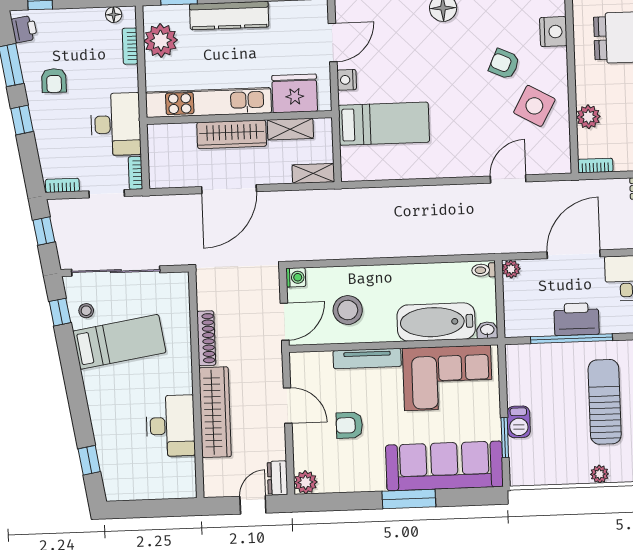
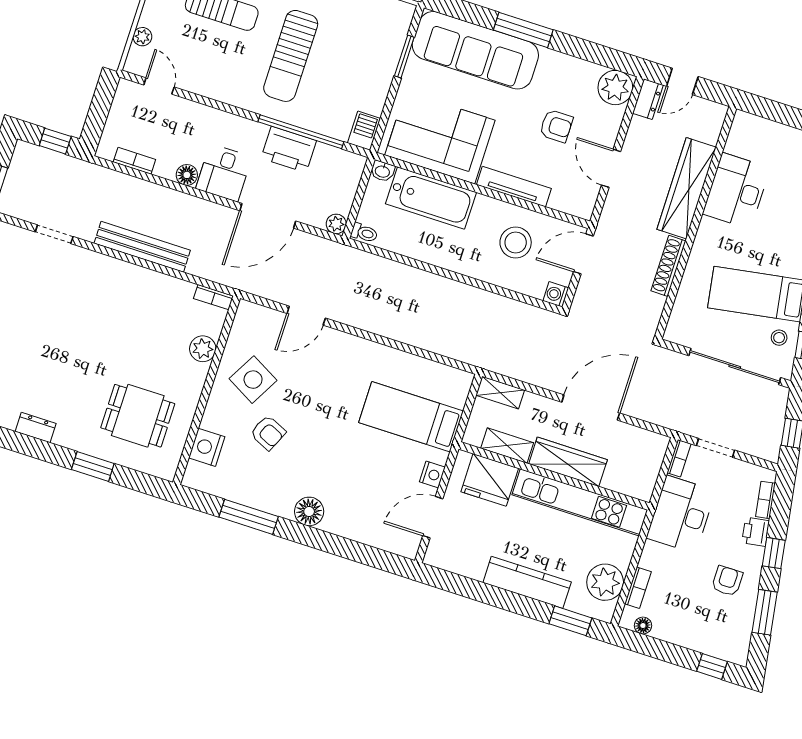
printer: (24, 29) -> (756, 532), moved
bookcase: (62, 185) -> (765, 500), moved, turned 81
barbecue: (519, 422) -> (364, 131), moved
plant: (306, 482) -> (615, 88), width x1.36, depth x1.36

